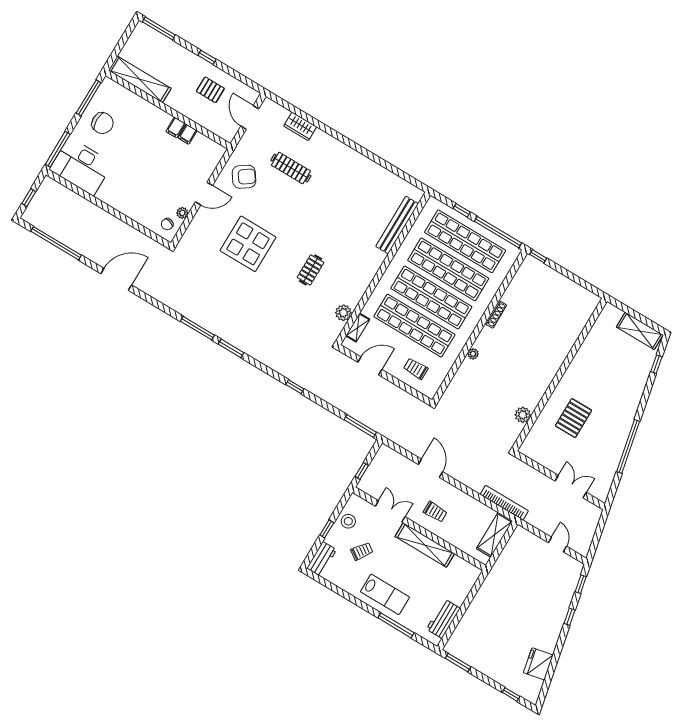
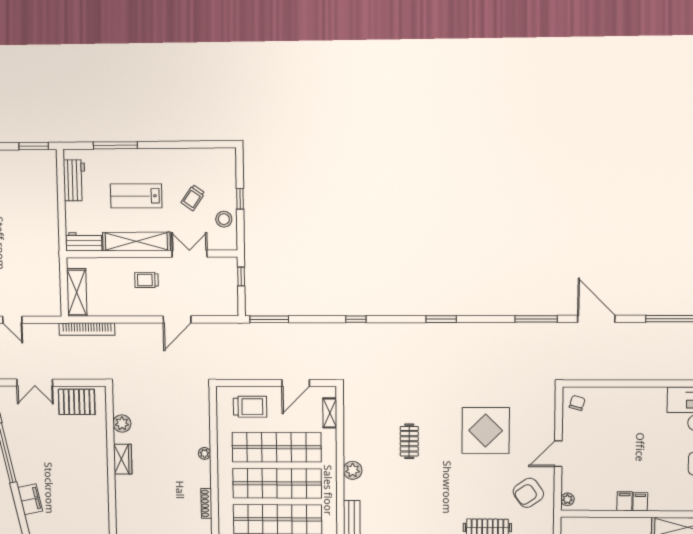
filing cabinet: (188, 134) -> (640, 502), moved
plant: (182, 213) -> (567, 499), moved
door: (116, 279) -> (596, 319), swing flipped
plant: (343, 313) -> (353, 470), moved
window: (197, 328) -> (536, 319), moved
trolley: (416, 369) -> (250, 407), width x1.36, depth x1.39
wardrobe: (539, 387) -> (123, 459), added
filing cabinet: (632, 399) -> (30, 499), added
pallet: (573, 418) -> (77, 402), moved, turned 90
door: (430, 468) -> (177, 319), hinge flipped
double door: (390, 511) -> (190, 254), swing flipped
workbench: (322, 559) -> (84, 242), moved, turned 90
lab bench: (385, 594) -> (136, 196), moved

